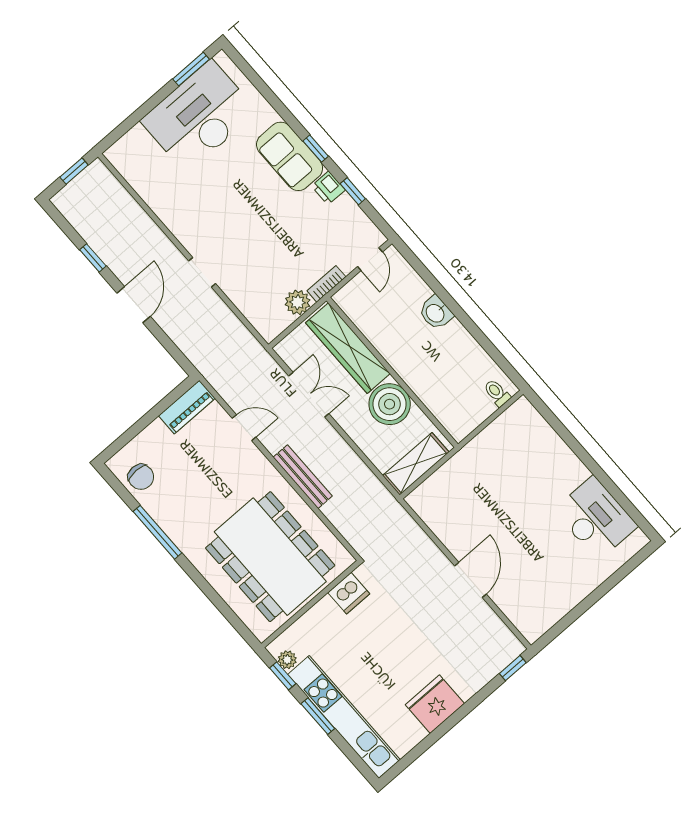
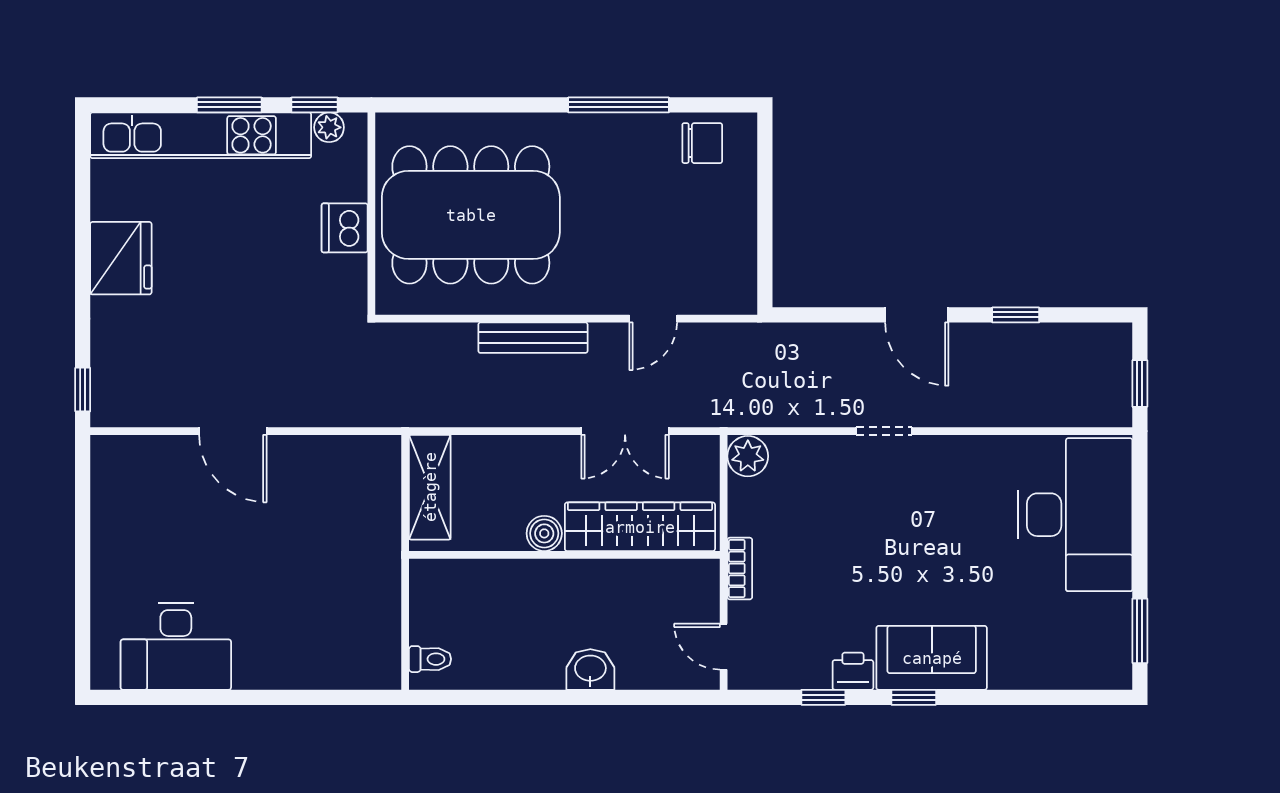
desk: (199, 116) -> (1075, 515), moved
plant: (298, 302) -> (748, 456), moved
boiler: (390, 404) -> (544, 533), width x0.54, depth x0.54
piano: (187, 407) -> (738, 272), removed
chair: (141, 477) -> (702, 143), turned 180
dishwasher: (349, 593) -> (345, 228), moved

